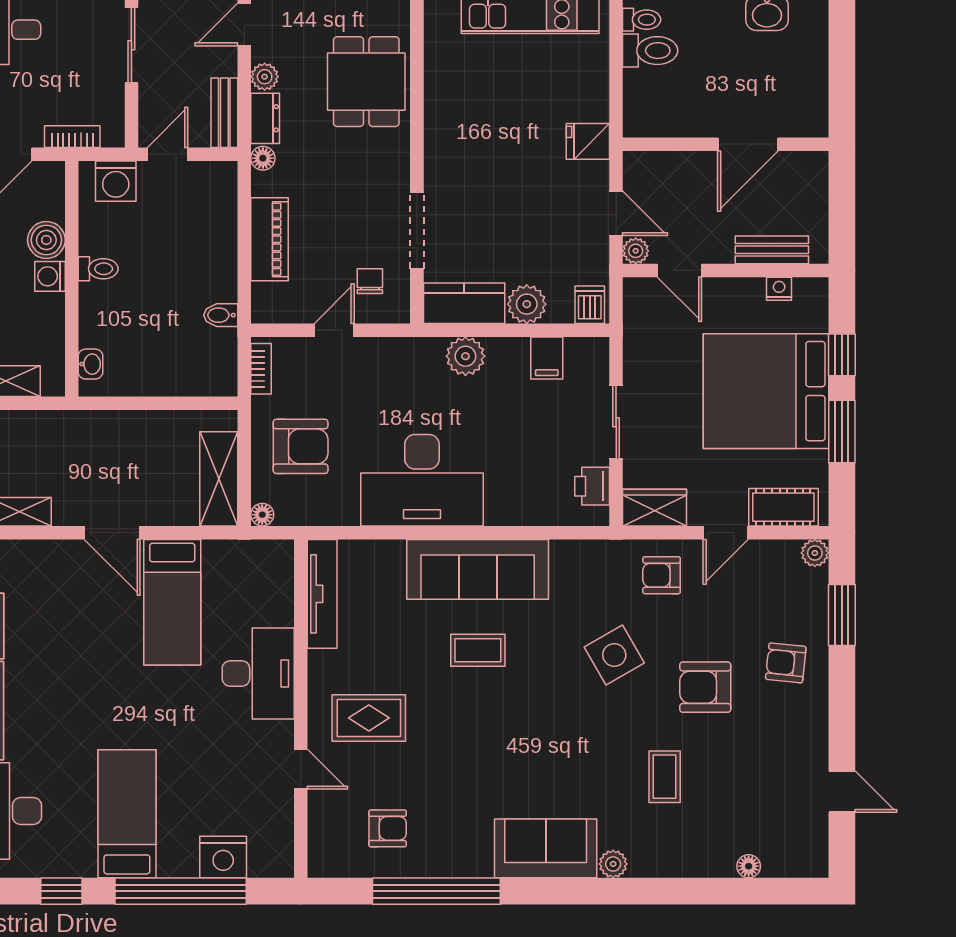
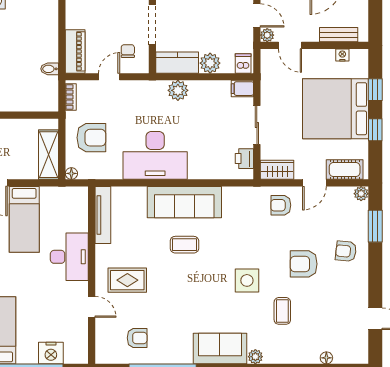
piano: (270, 239) -> (75, 51), moved
filing cabinet: (547, 358) -> (242, 89), moved, turned 90
window: (842, 431) -> (375, 130), width x0.67
side table: (614, 655) -> (247, 280), moved, turned 30

